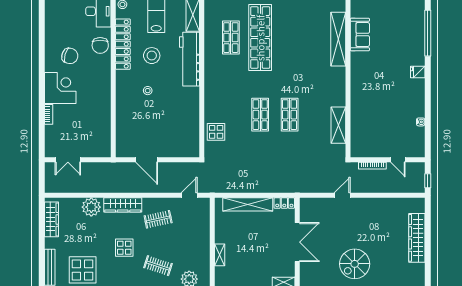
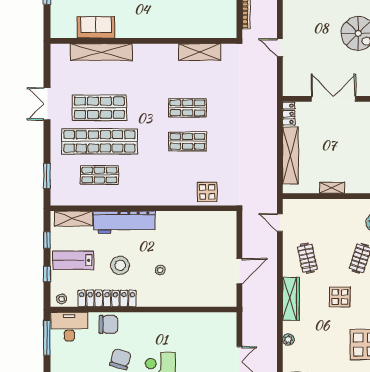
shop shelf: (290, 38) -> (99, 108), added
plant: (91, 207) -> (288, 340), width x0.53, depth x0.53
shelving: (220, 255) -> (332, 188), moved

